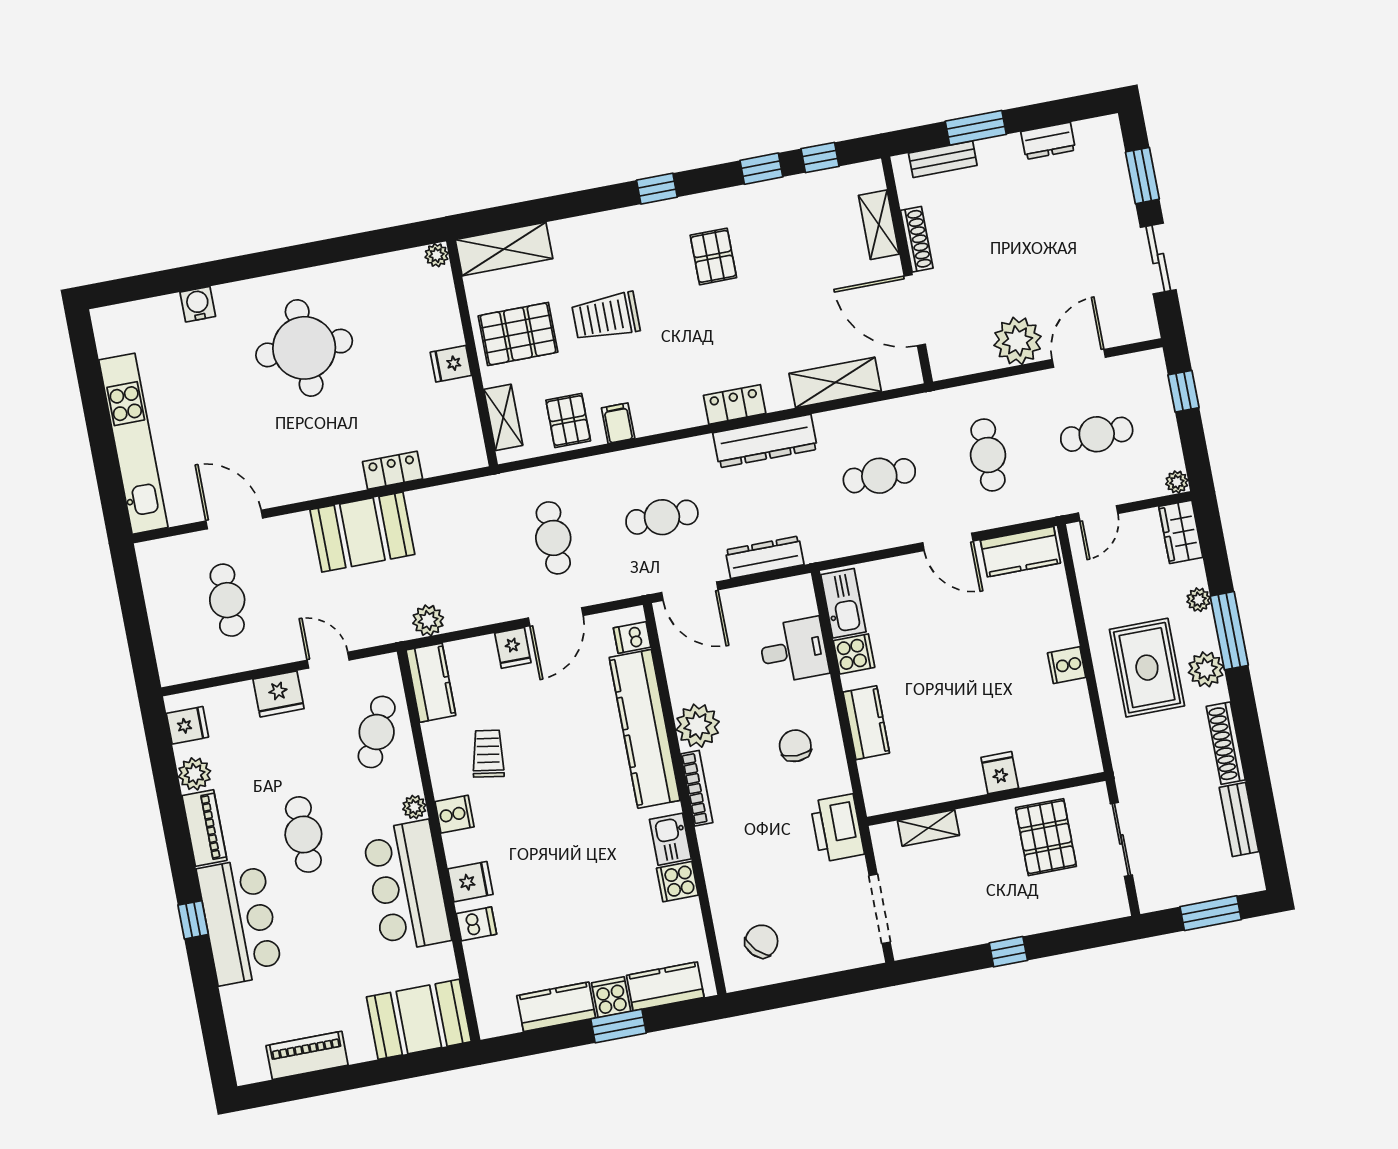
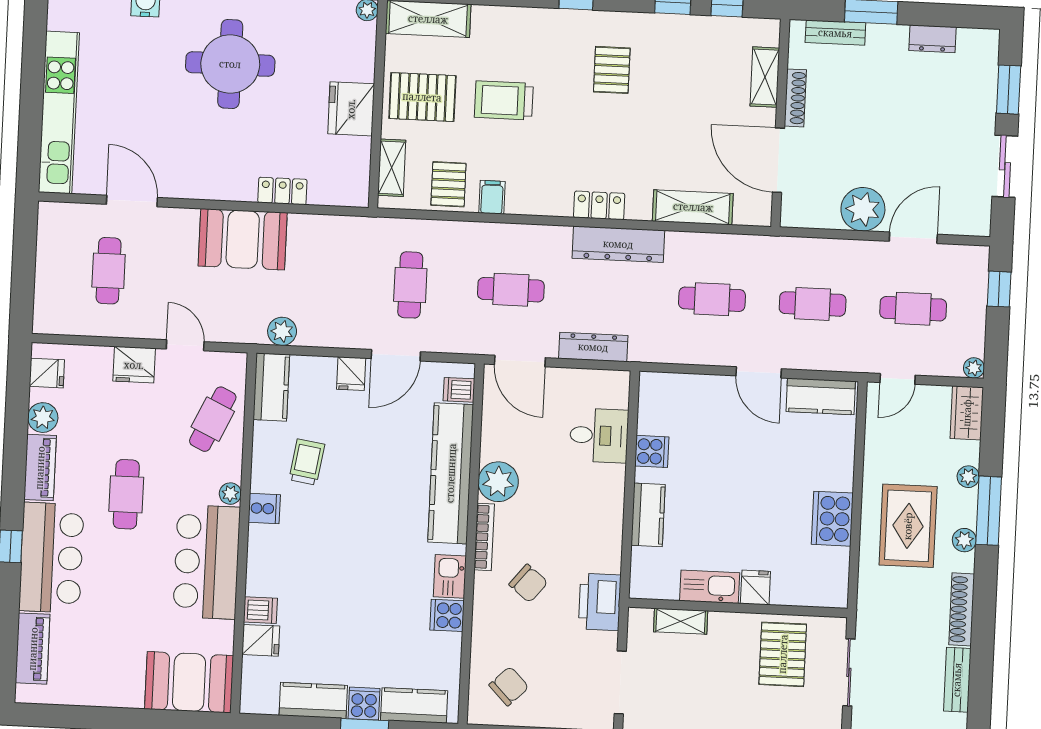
fridge: (451, 364) -> (351, 109), width x1.88, depth x1.34
cafe table: (988, 455) -> (813, 304), turned 90
kitchen sink: (843, 603) -> (710, 587), moved, turned -90
cooker: (1067, 665) -> (832, 519), width x1.87, depth x1.31
plant: (1206, 669) -> (964, 540), width x0.73, depth x0.73
chair: (795, 746) -> (528, 583), moved, turned 129
fridge: (470, 882) -> (261, 640), moved
piano: (307, 1055) -> (33, 649), moved, turned 90

